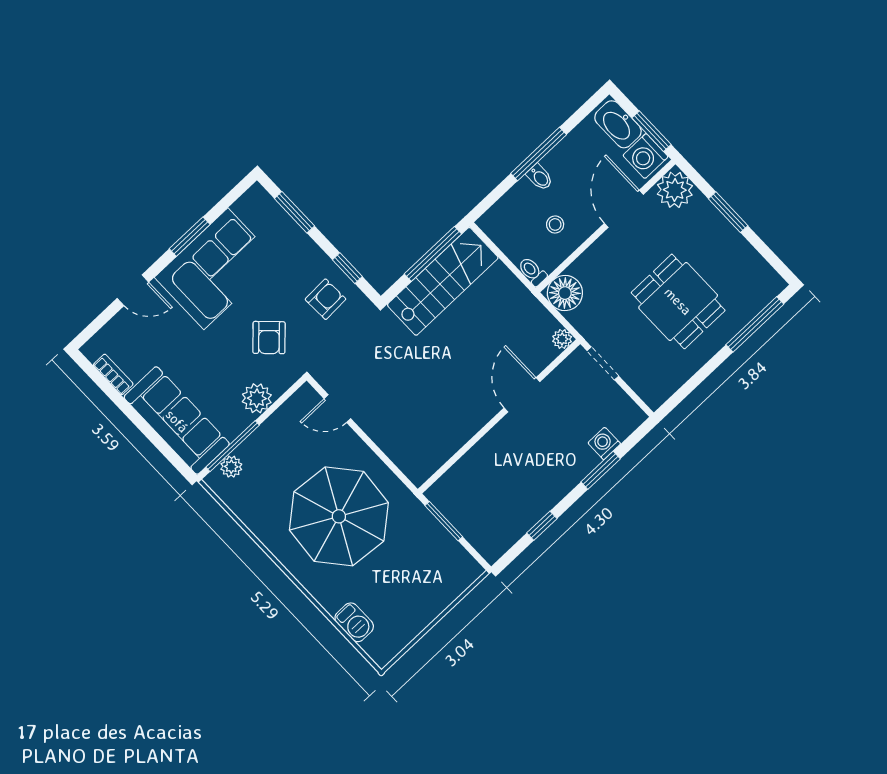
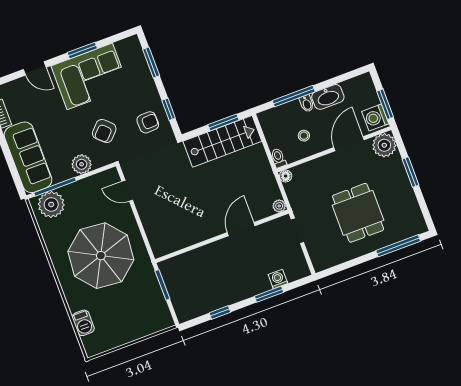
washbasin: (618, 124) -> (328, 97), moved, turned -90
window: (539, 154) -> (294, 96), moved
window: (433, 254) -> (223, 122), width x0.69
floor lamp: (565, 293) -> (286, 176), width x0.53, depth x0.53
plant: (231, 467) -> (51, 204), width x1.87, depth x1.87

